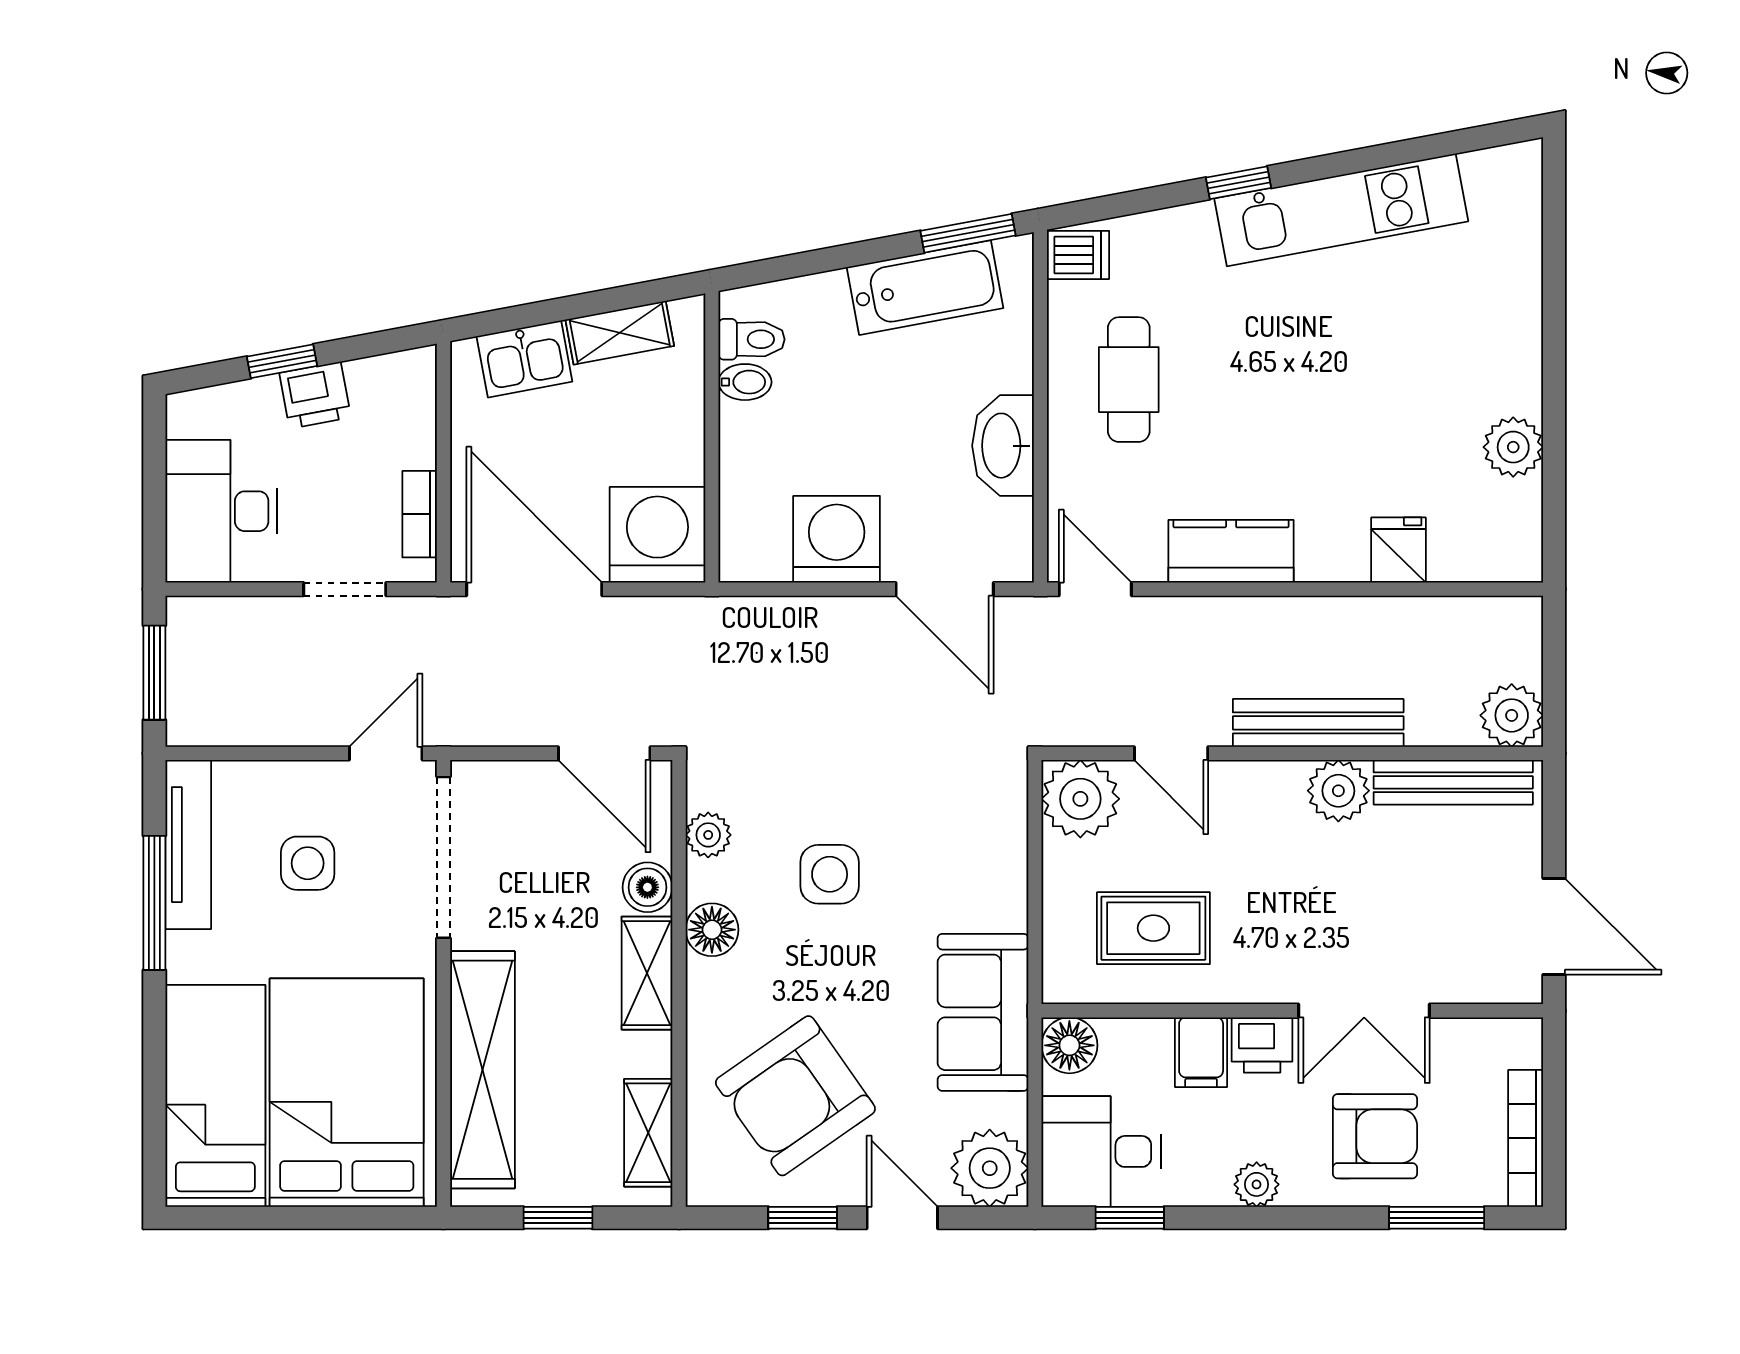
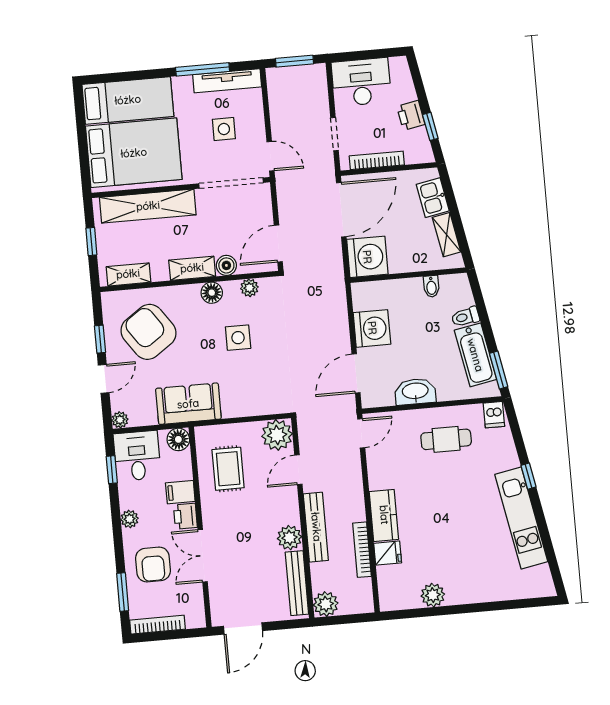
toilet: (752, 339) -> (465, 317), moved, turned 79
window: (282, 361) -> (430, 126), moved
bookcase: (420, 514) -> (377, 160), width x1.56
kitchen counter: (1231, 551) -> (384, 515), moved
bookcase: (1385, 613) -> (362, 550), added
plant: (990, 1168) -> (120, 420), width x0.53, depth x0.53

